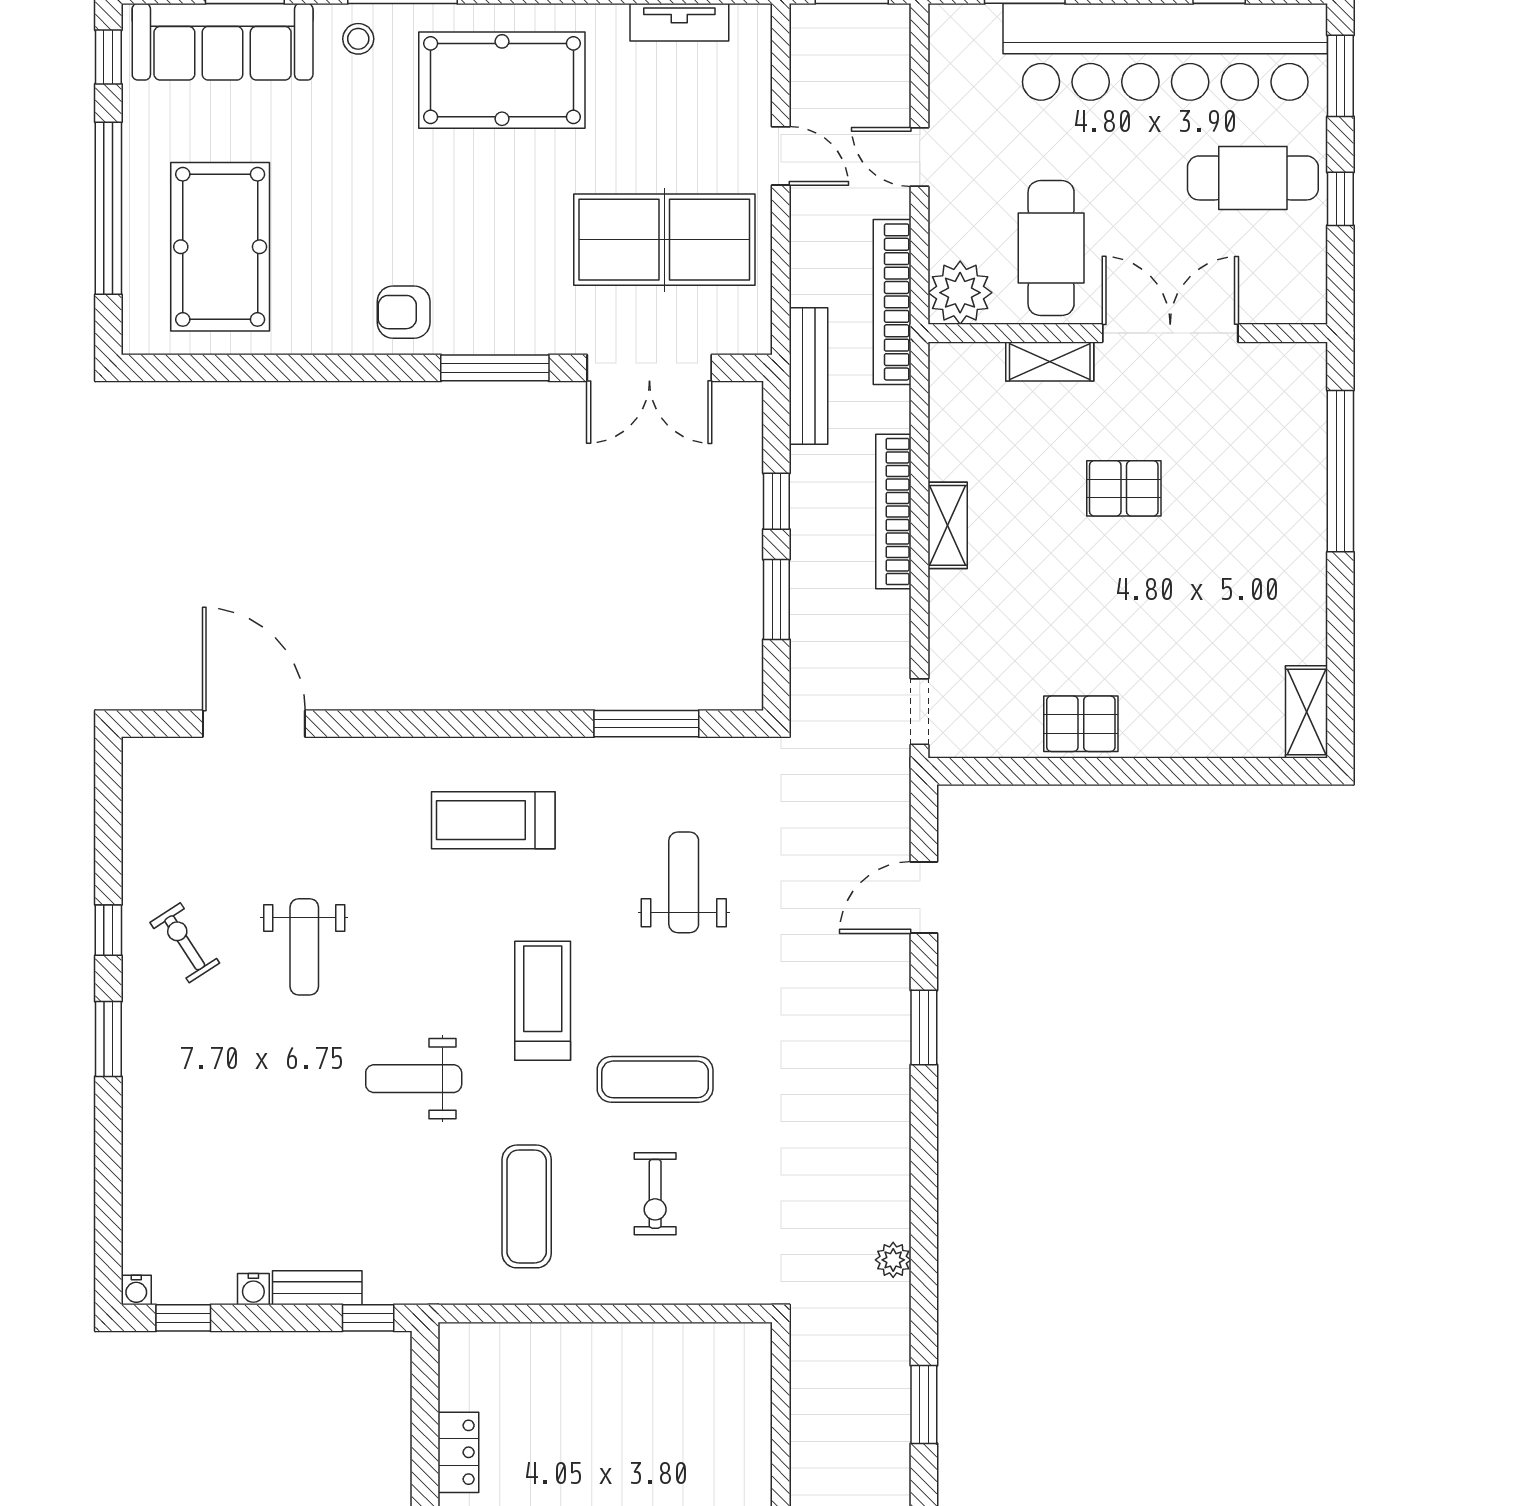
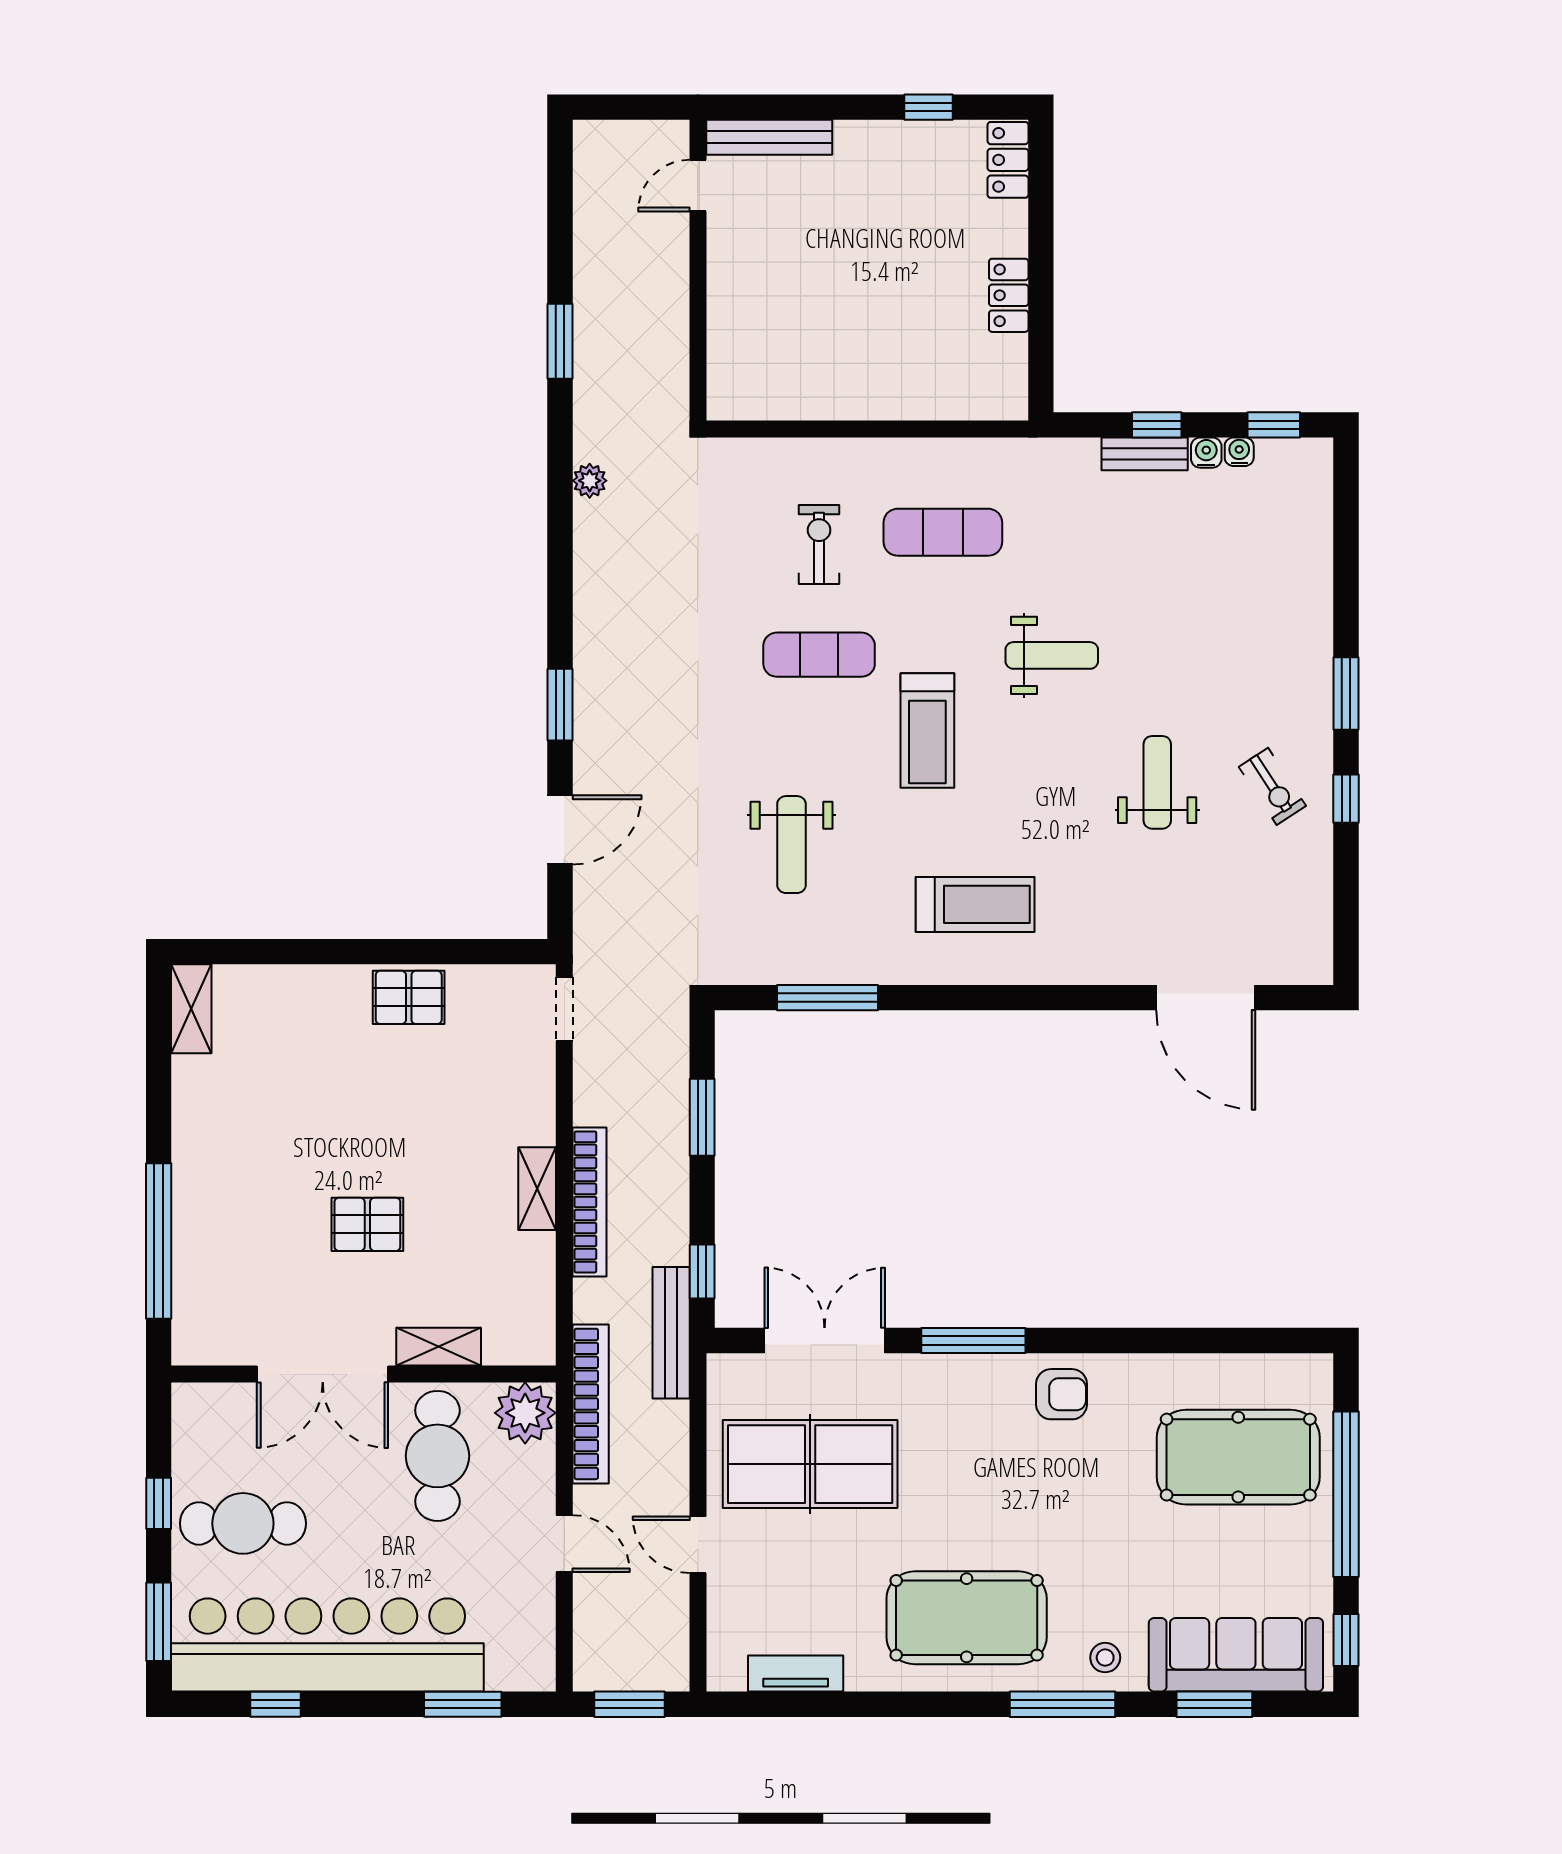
pool table: (220, 247) -> (1238, 1457), turned 90
window: (776, 501) -> (702, 1271), moved
exercise mat: (527, 1206) -> (943, 532), turned 90
water cooler: (136, 1290) -> (1239, 452), moved
window: (368, 1318) -> (1157, 425), moved

